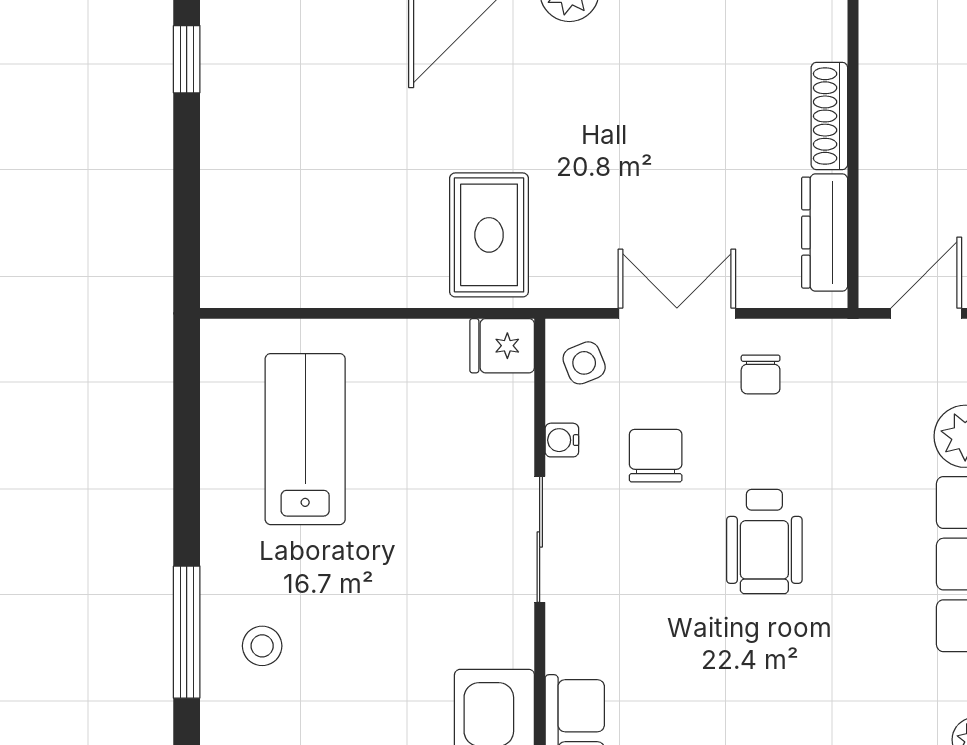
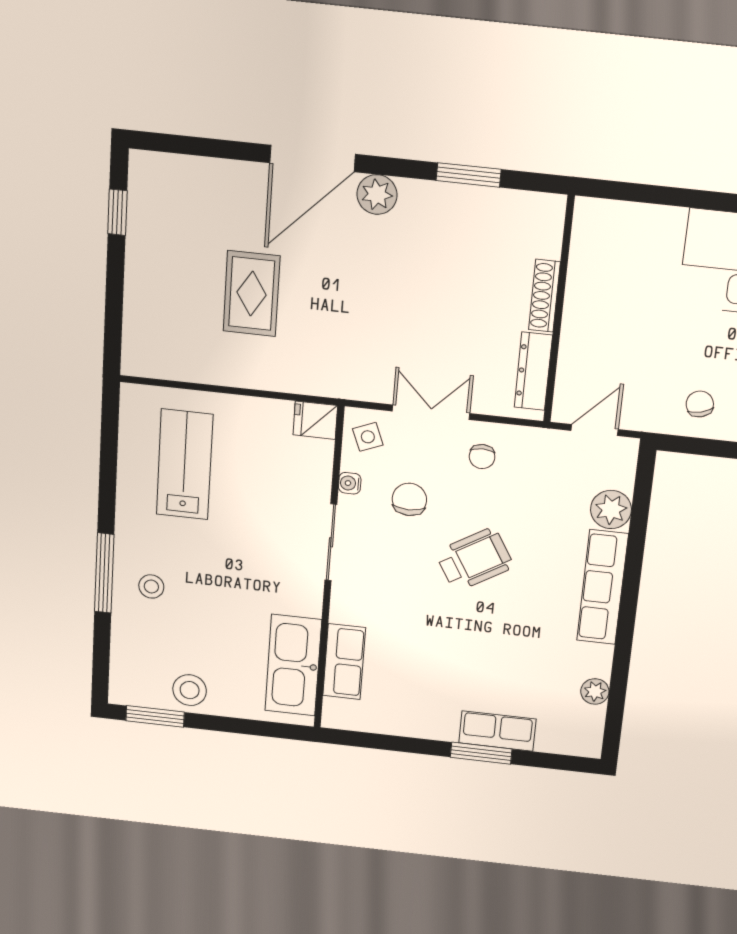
rug: (489, 235) -> (252, 294), moved
wheelchair: (764, 542) -> (474, 559), turned -121

